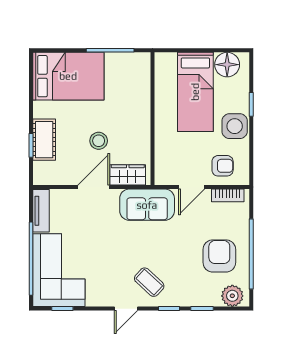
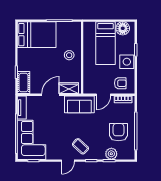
cot: (44, 140) -> (23, 83), moved
stool: (99, 141) -> (69, 55), moved
plant: (232, 296) -> (111, 154), moved

